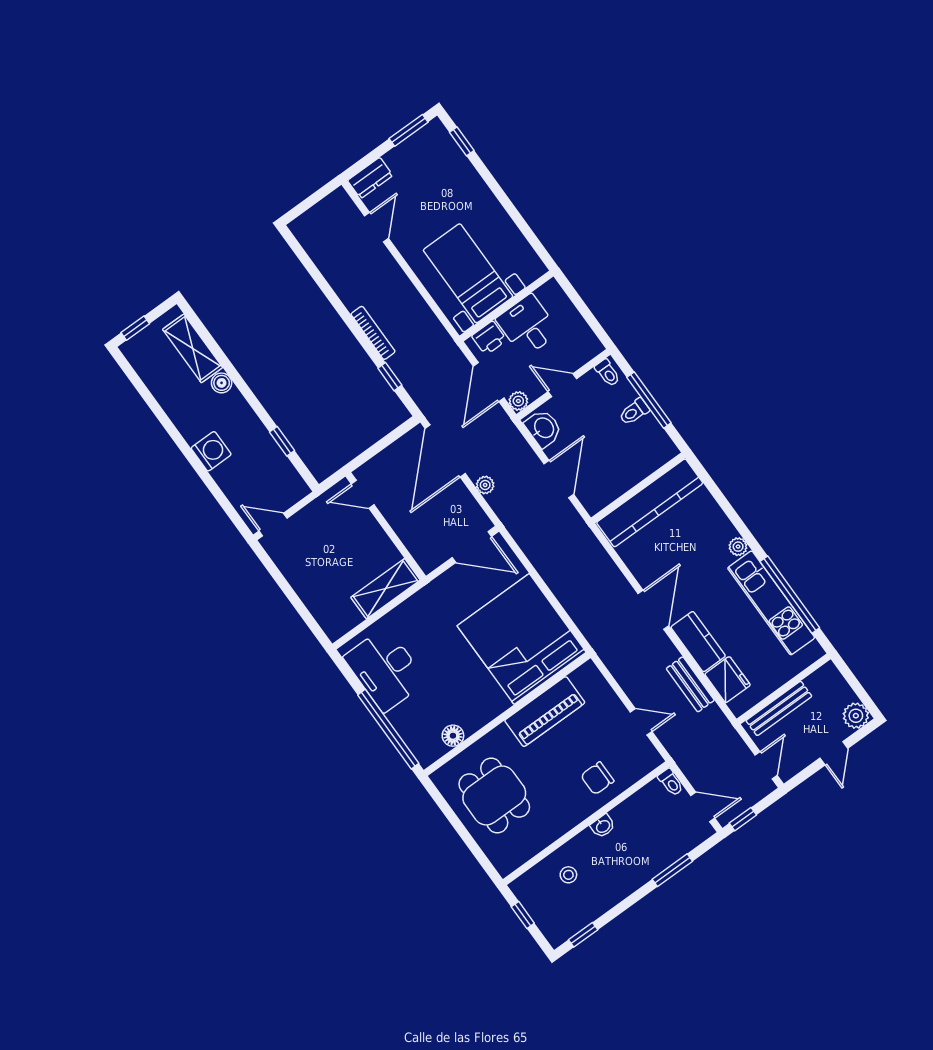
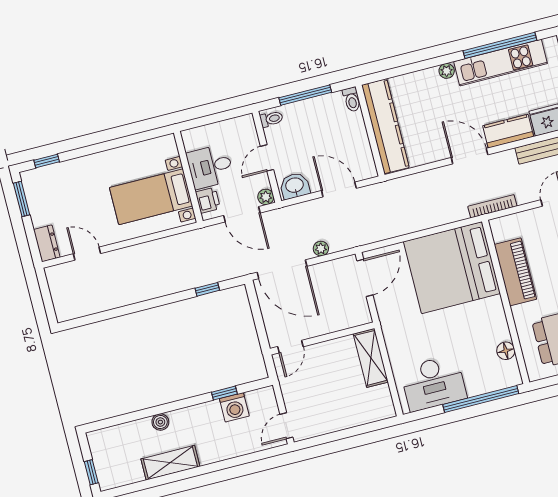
bookcase: (373, 333) -> (492, 206), moved
shelving: (193, 348) -> (170, 463), moved
toilet: (634, 412) -> (352, 99), moved
washing machine: (211, 451) -> (234, 407), moved, turned 180

